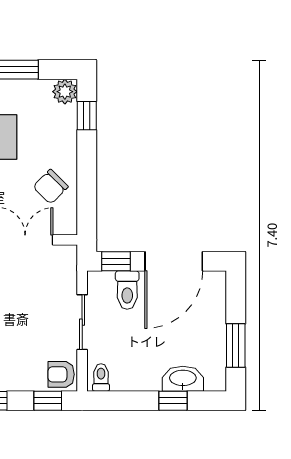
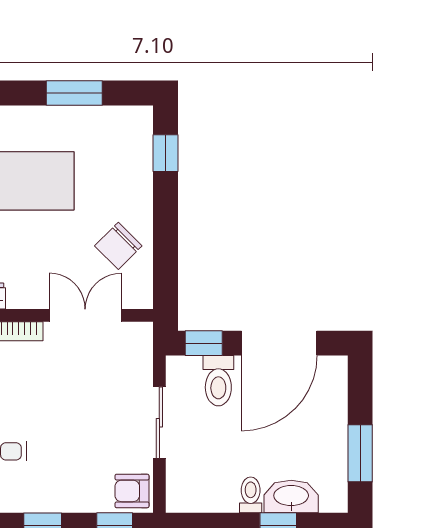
plant: (65, 92) -> (137, 122), removed
toilet: (101, 377) -> (251, 495), moved

